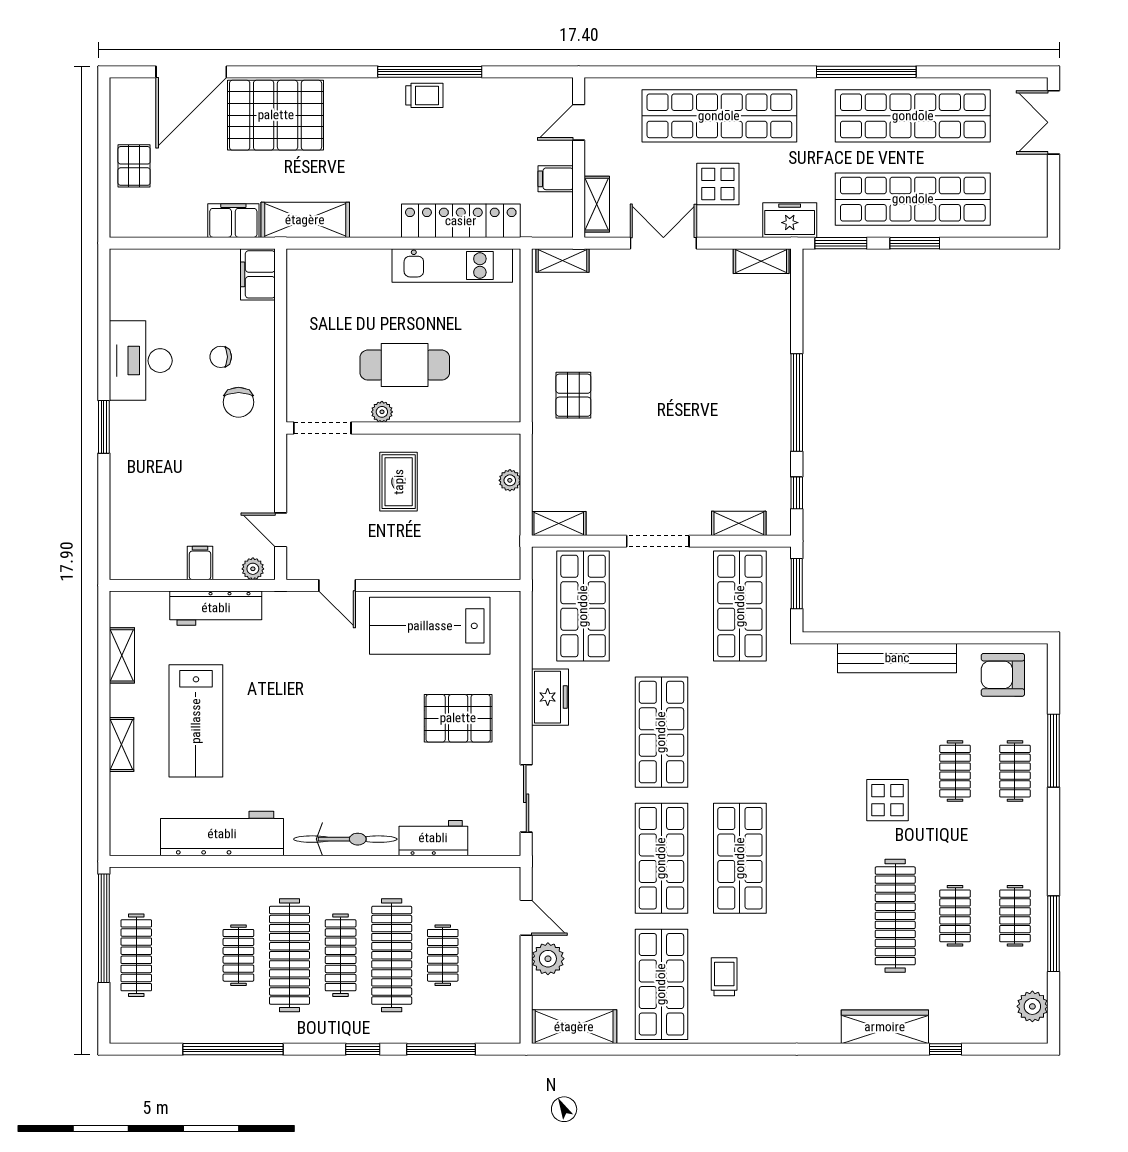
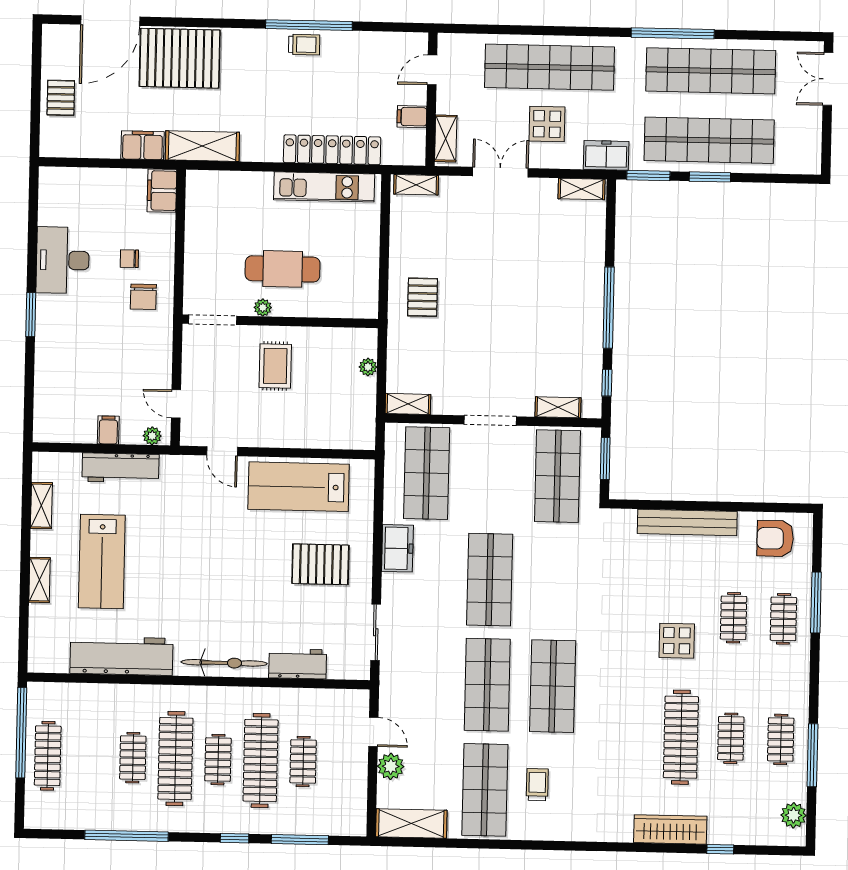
clothes rail: (341, 955) -> (218, 760), width x0.73

